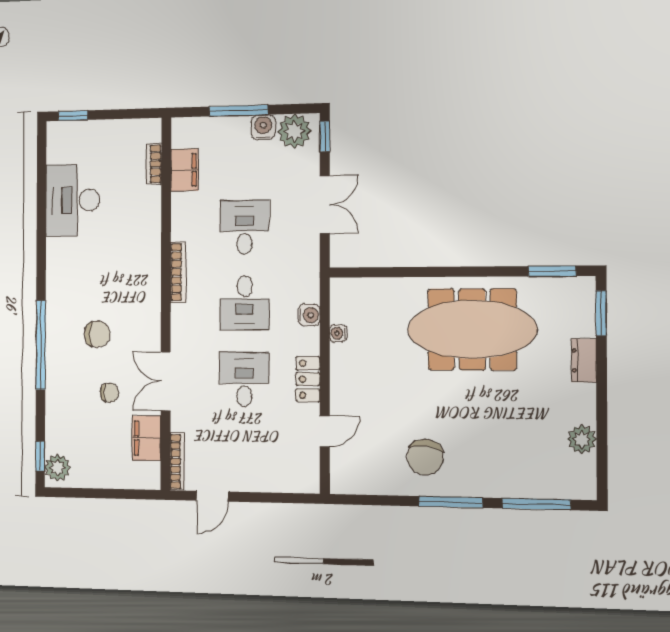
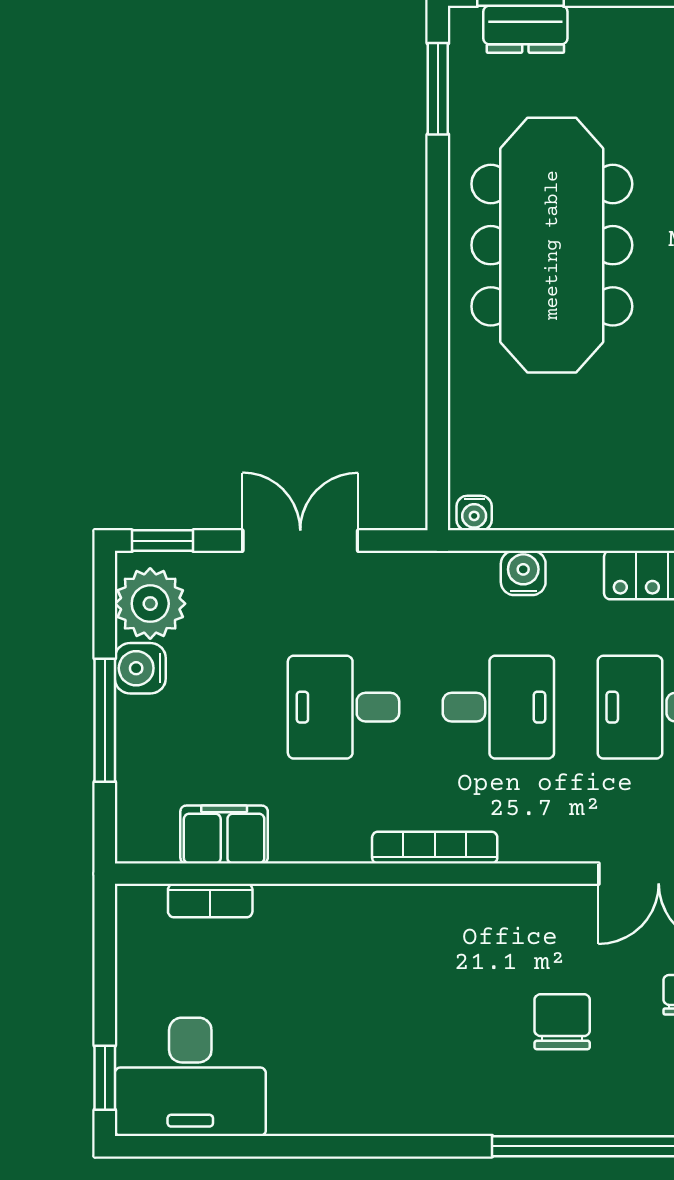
desk: (73, 200) -> (190, 1077), moved
water cooler: (338, 333) -> (474, 513), moved
dresser: (584, 361) -> (525, 29), moved

